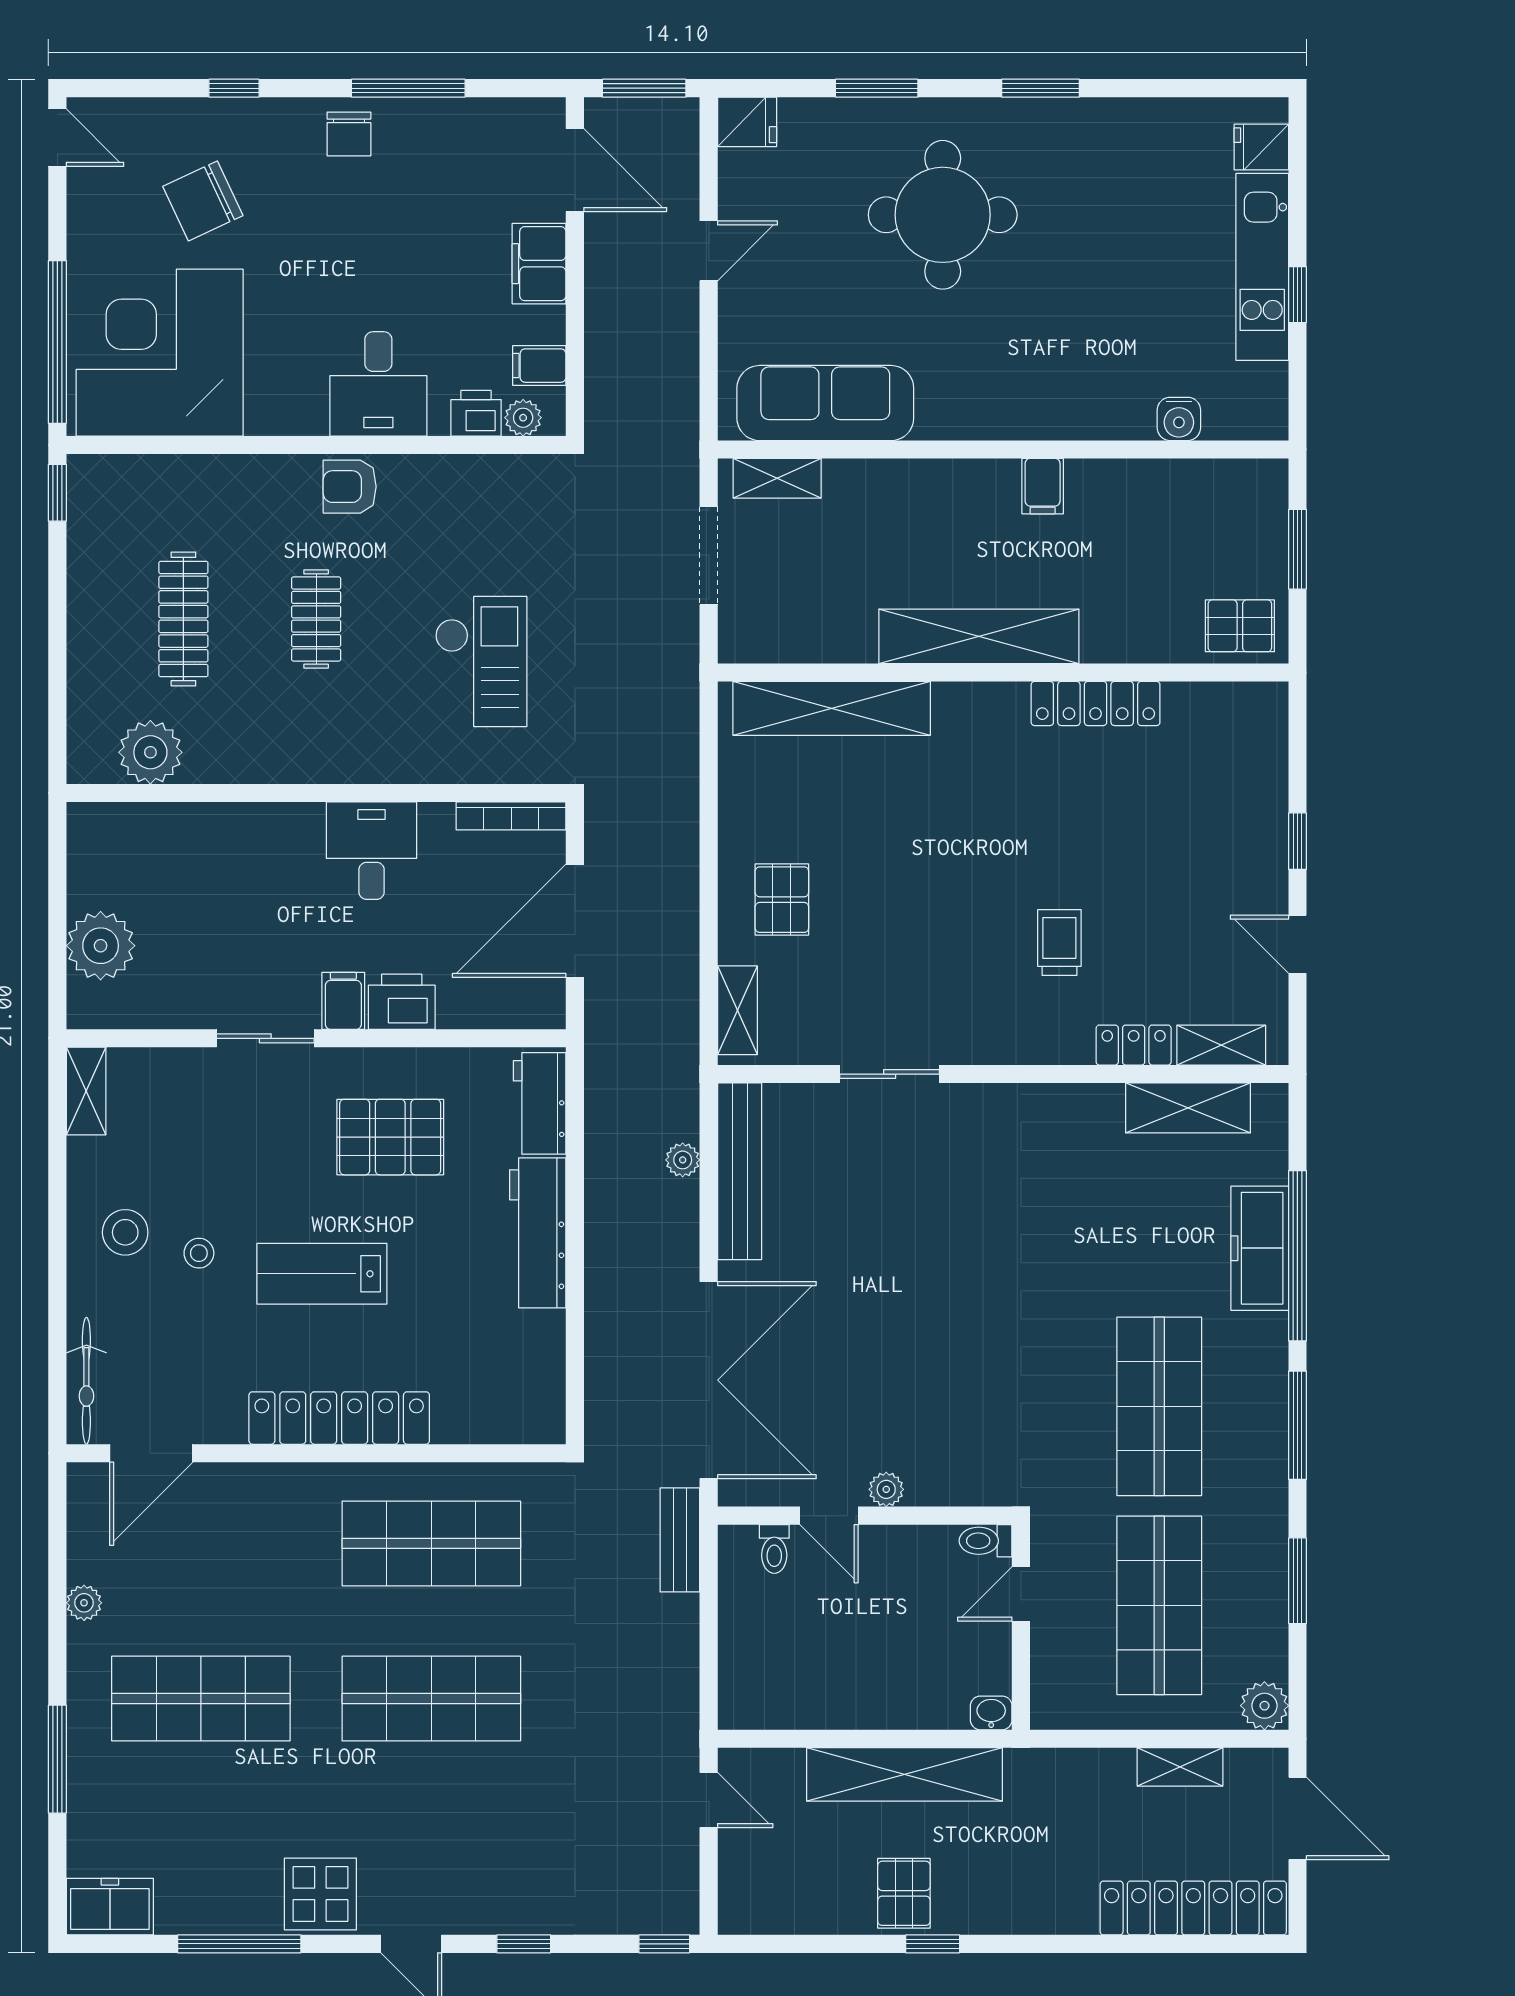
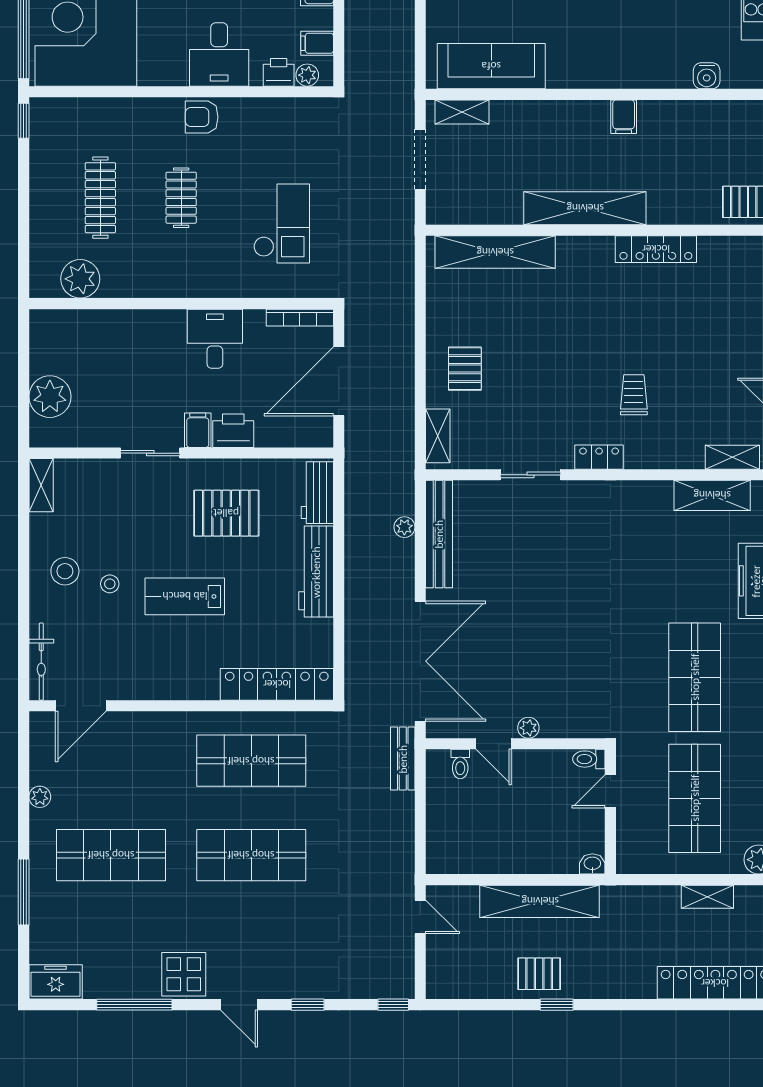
locker: (1134, 1045) -> (599, 457), moved
locker: (339, 1418) -> (277, 684), moved
pallet: (904, 1893) -> (539, 974), turned 90

